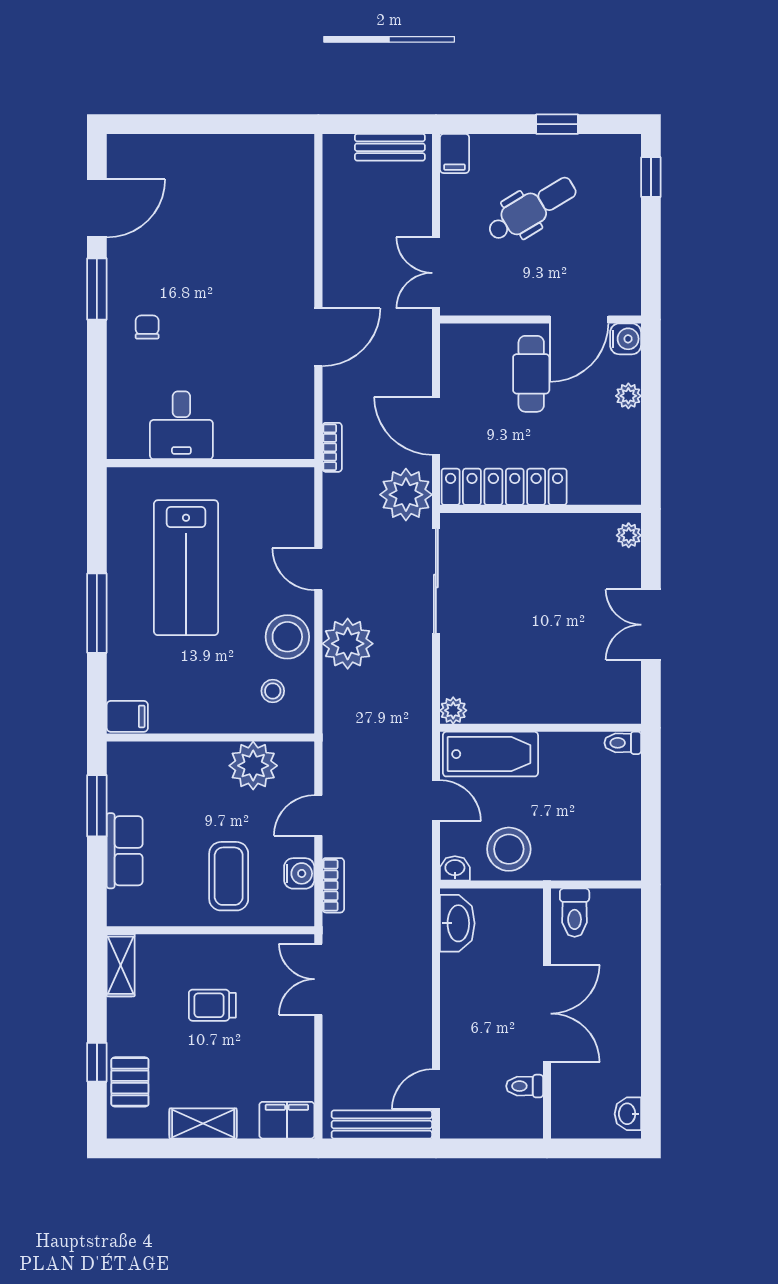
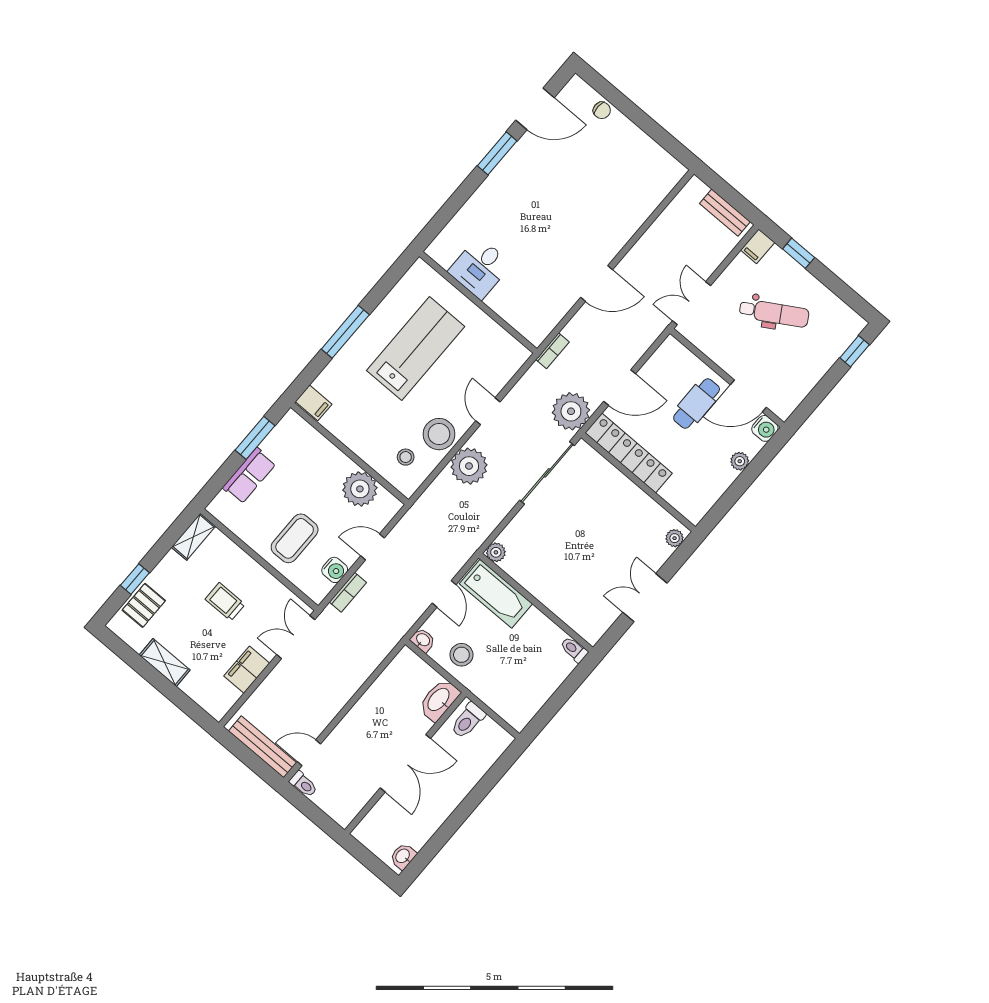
window: (557, 124) -> (799, 253), moved
chair: (147, 327) -> (602, 110), moved, turned 90
door: (436, 426) -> (620, 388), swing flipped
lab bench: (186, 568) -> (416, 348), turned 180
stool: (509, 849) -> (461, 655), width x0.73, depth x0.73
washbasin: (457, 923) -> (439, 700), moved, turned 180
toilet: (525, 1086) -> (303, 784), moved, turned 180
filing cabinet: (287, 1120) -> (247, 670), moved, turned -90

